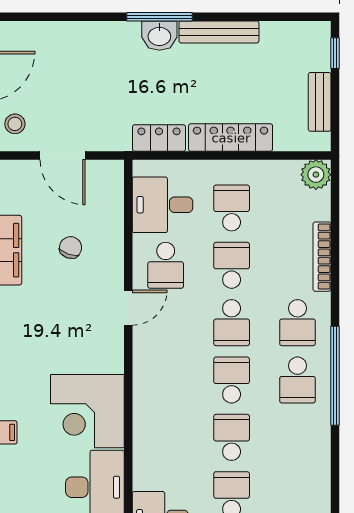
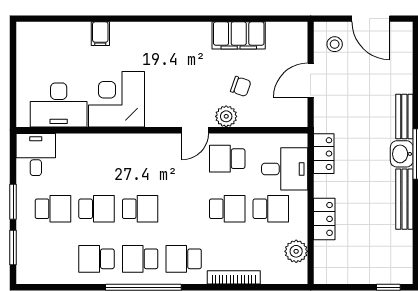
bench: (320, 102) -> (404, 117), moved, turned 90
locker: (231, 138) -> (324, 219), width x0.66
plant: (316, 175) -> (296, 251), moved
desk: (162, 205) -> (285, 169), moved, turned 90
plant: (110, 267) -> (226, 116), added
door: (128, 308) -> (195, 130), hinge flipped
school desk: (232, 323) -> (97, 259), moved

